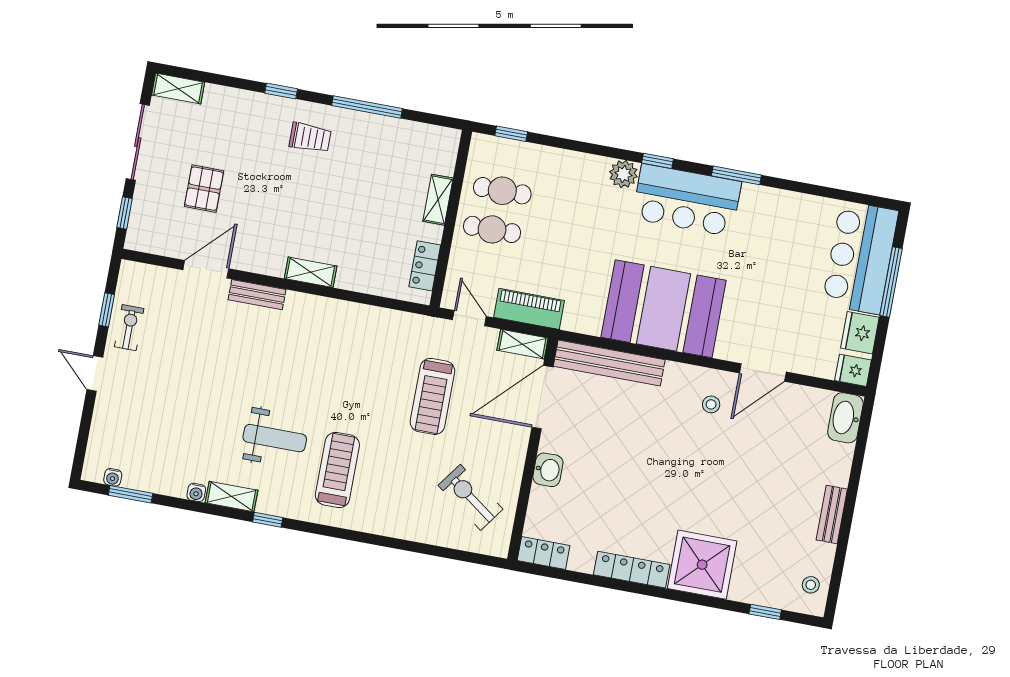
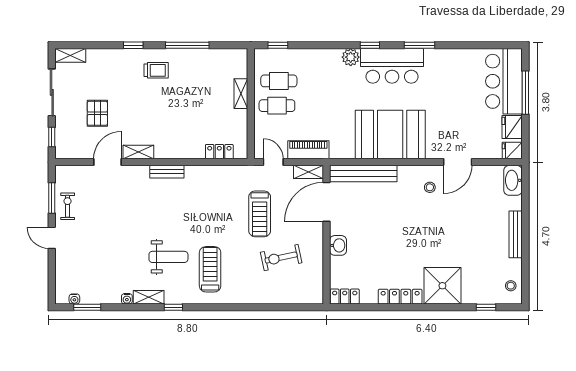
locker: (425, 266) -> (219, 152), moved, turned 90
shelving: (311, 272) -> (138, 152), moved
bench: (257, 295) -> (167, 172), moved
window: (107, 310) -> (52, 198), width x1.50
exercise bike: (471, 497) -> (281, 258), moved, turned -48
bench: (832, 514) -> (516, 234), width x1.36

